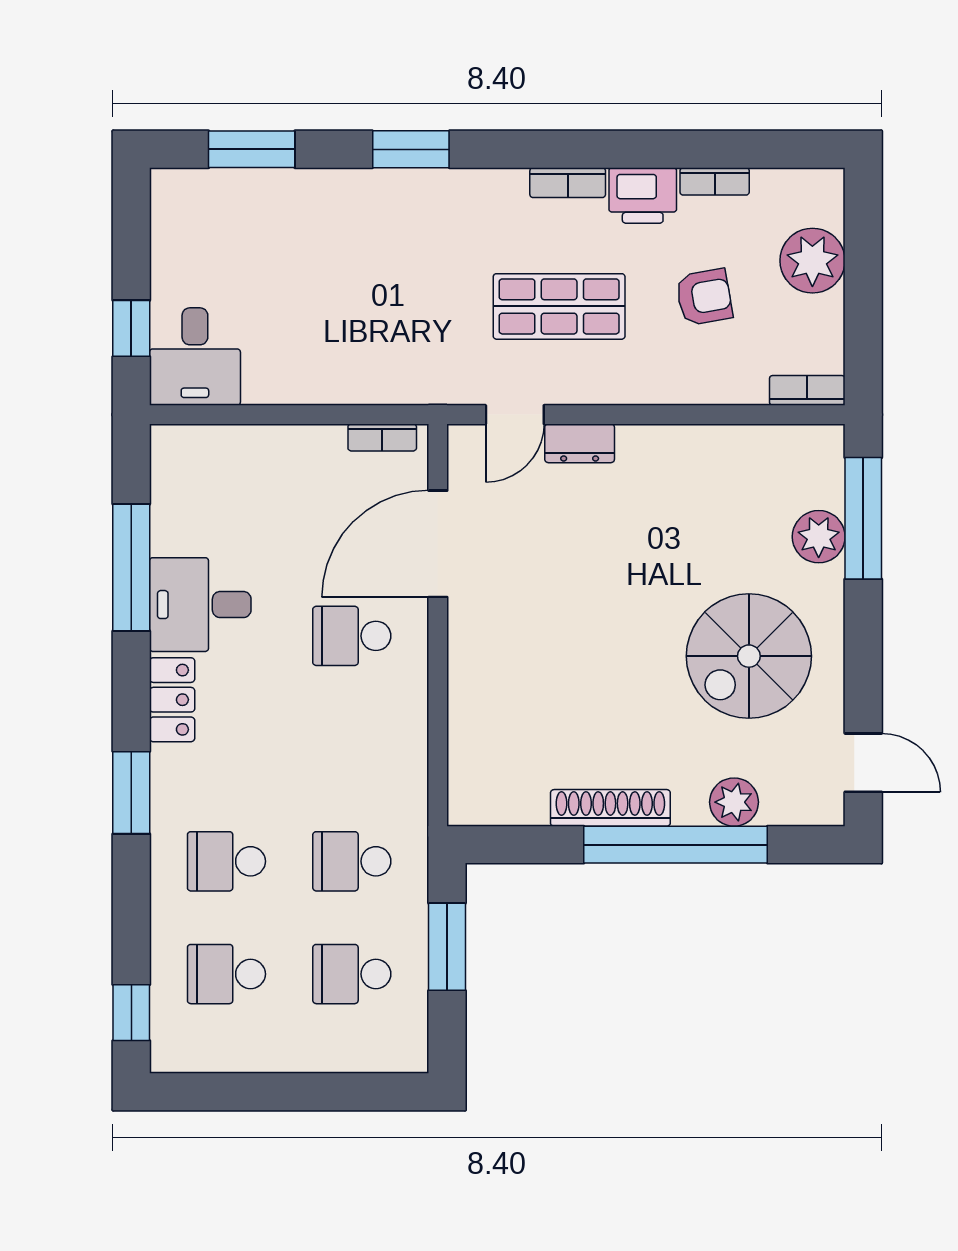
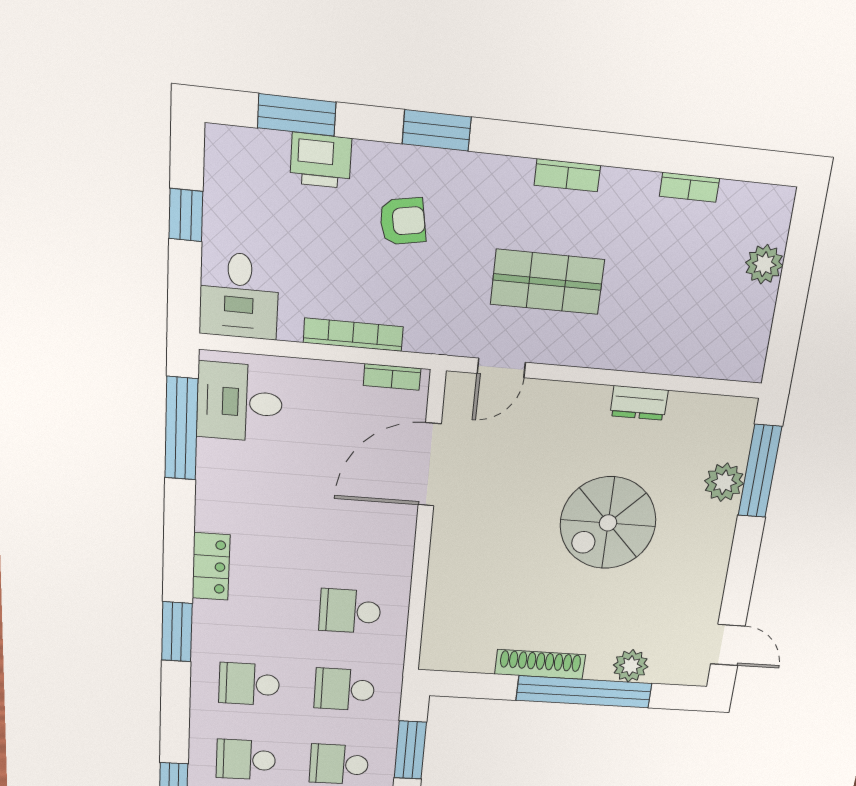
printer: (643, 195) -> (321, 161), moved
plant: (812, 261) -> (764, 264), width x0.73, depth x0.73
armchair: (704, 297) -> (403, 221), moved
window: (131, 328) -> (186, 215), moved
bookcase: (807, 390) -> (353, 335), moved, width x1.56
dresser: (580, 443) -> (639, 403), moved
window: (131, 567) -> (181, 429), moved
desk: (200, 605) -> (240, 402), moved
school desk: (352, 636) -> (350, 611), moved
spiral stairs: (749, 656) -> (608, 523), moved

